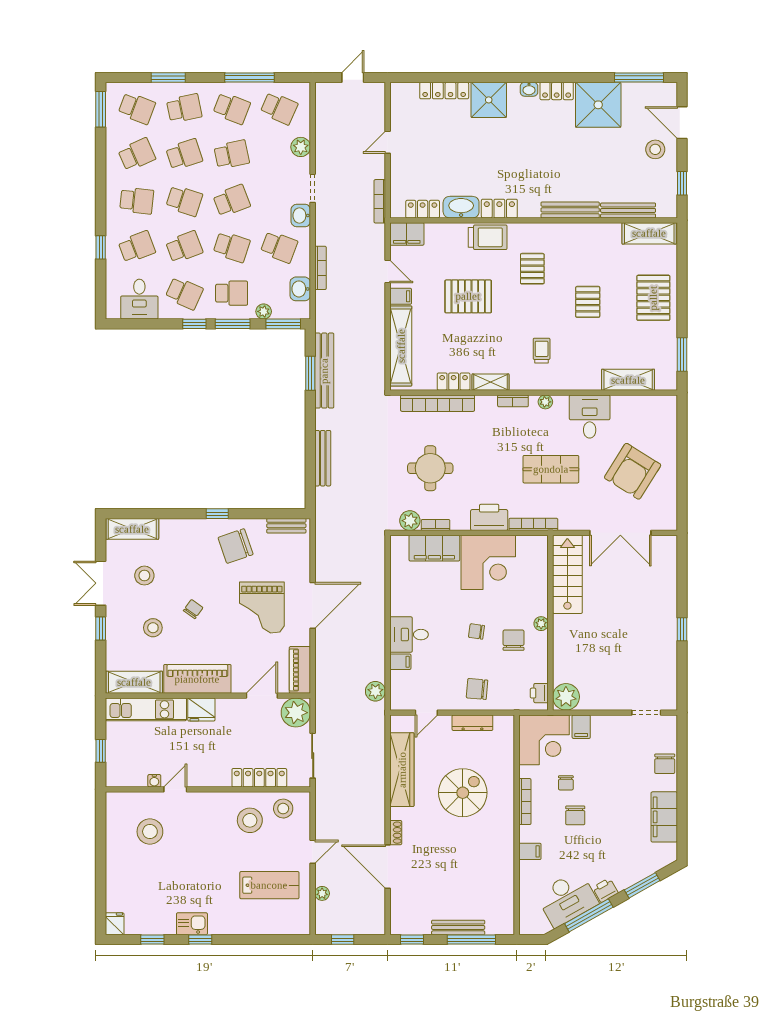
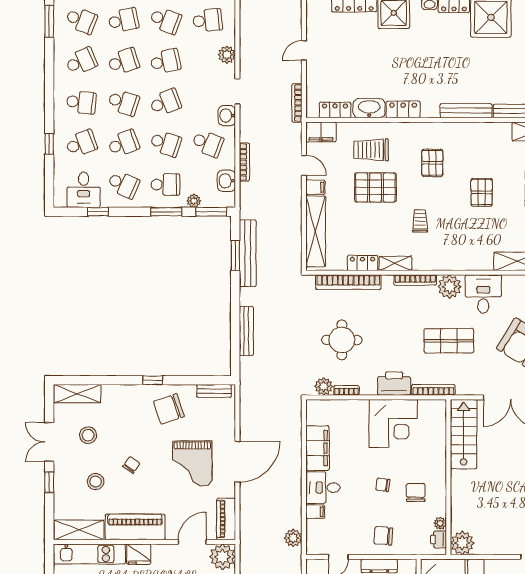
school desk: (279, 108) -> (208, 20), turned -30
trolley: (488, 237) -> (371, 150), moved, turned 180
window: (194, 324) -> (98, 212), moved
trolley: (542, 351) -> (420, 221), moved
bookcase: (513, 401) -> (415, 280), width x1.56
plant: (545, 402) -> (450, 287), width x1.87, depth x1.87
filing cabinet: (434, 548) -> (317, 448), moved, turned -90
plant: (541, 624) -> (440, 523), moved

